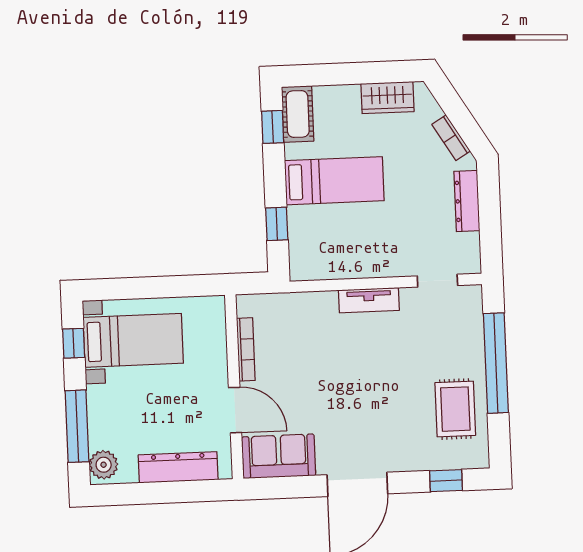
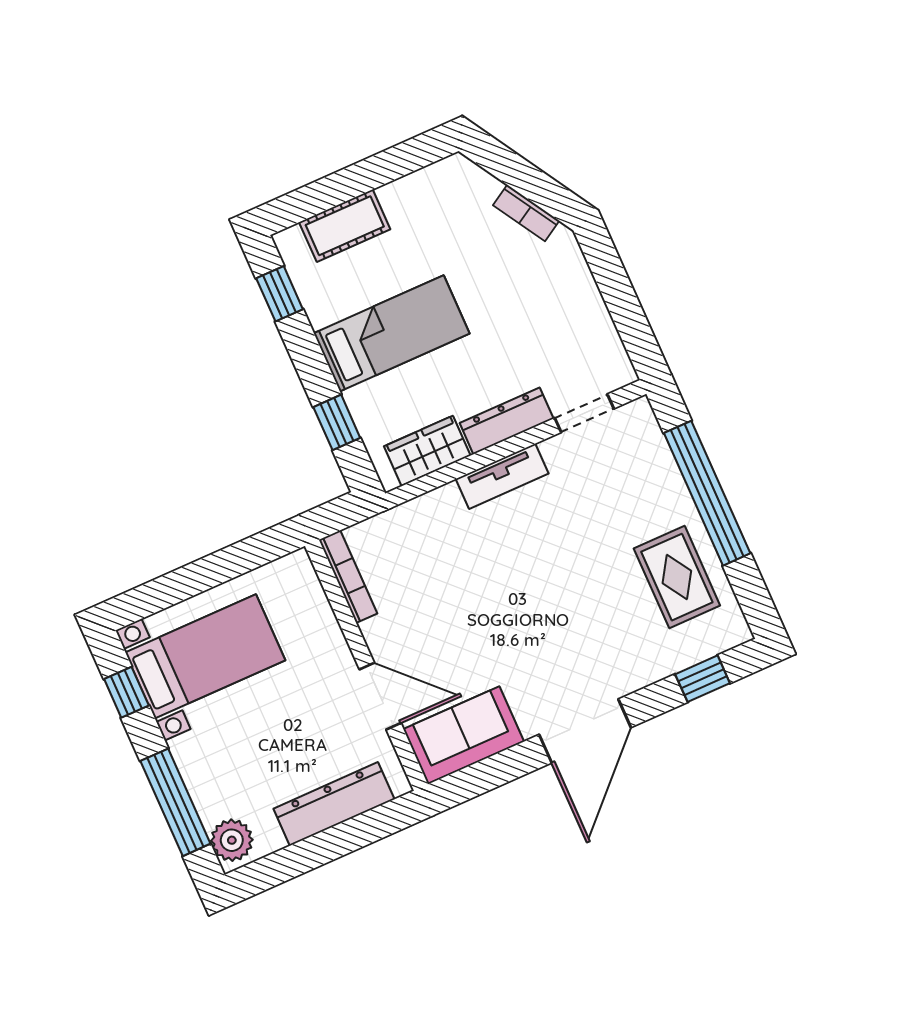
wardrobe: (387, 98) -> (427, 451), moved, turned 180
cot: (298, 114) -> (345, 226), moved, turned 90
dresser: (467, 201) -> (507, 421), moved, turned 90
bookcase: (246, 349) -> (348, 577), moved

